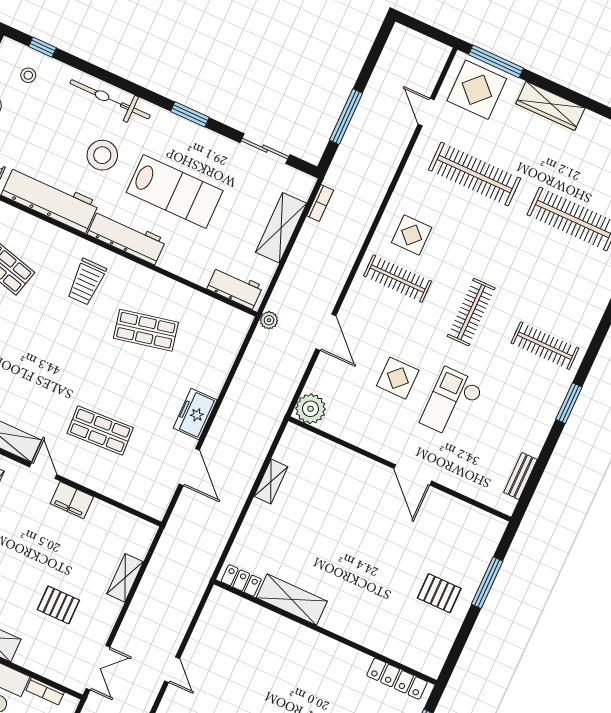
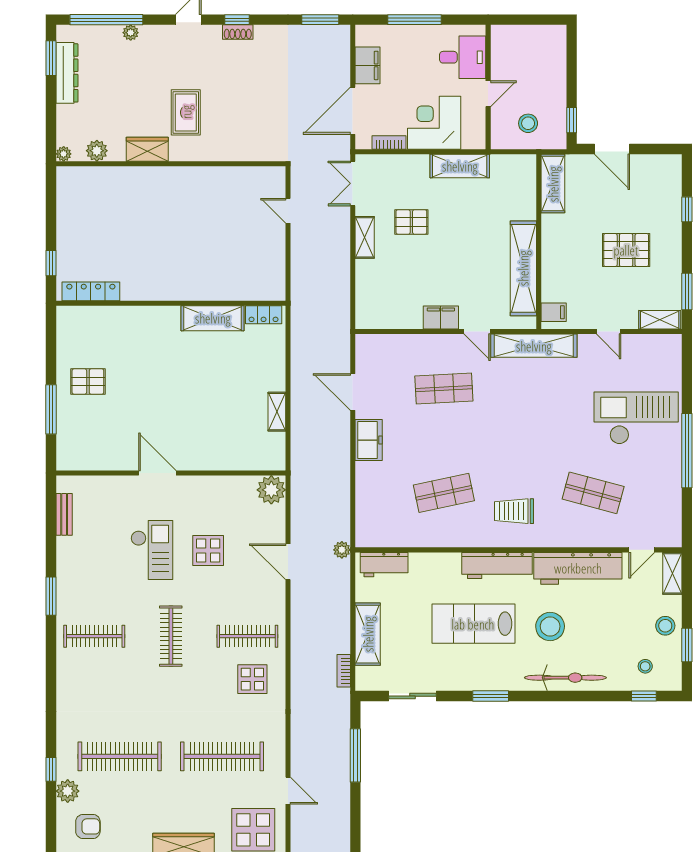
trolley: (86, 282) -> (514, 511), turned -90
shelving: (125, 578) -> (365, 237), moved

